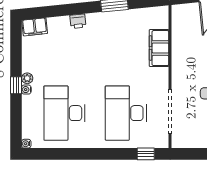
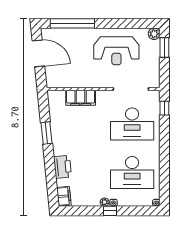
printer: (78, 21) -> (62, 167), width x1.87, depth x1.48

